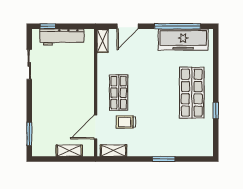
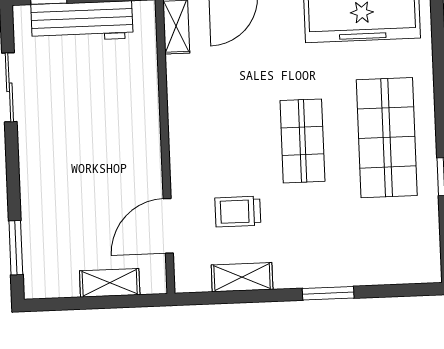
shop shelf: (119, 93) -> (302, 141), moved
shelving: (113, 151) -> (242, 277), moved

